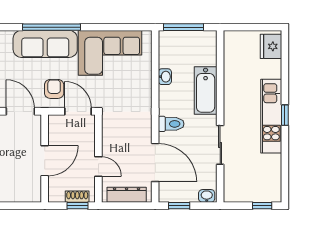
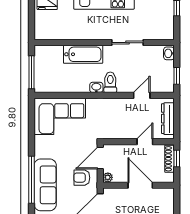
corner sofa: (110, 53) -> (60, 116), moved, turned 90
washbasin: (165, 77) -> (96, 87), moved
plant: (54, 121) -> (108, 177), added
door: (155, 163) -> (142, 95), width x0.53
shoe rack: (77, 197) -> (170, 159), width x1.43

